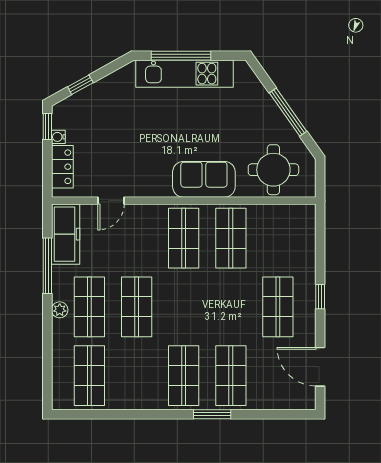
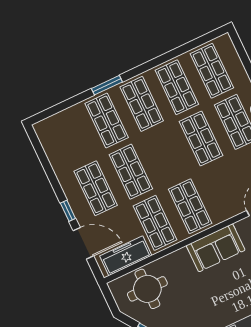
sofa: (204, 179) -> (216, 248), moved
freezer: (280, 217) -> (126, 256), added
shop shelf: (231, 307) -> (131, 172), added
door: (320, 367) -> (83, 243), moved
shop shelf: (137, 376) -> (177, 87), added

